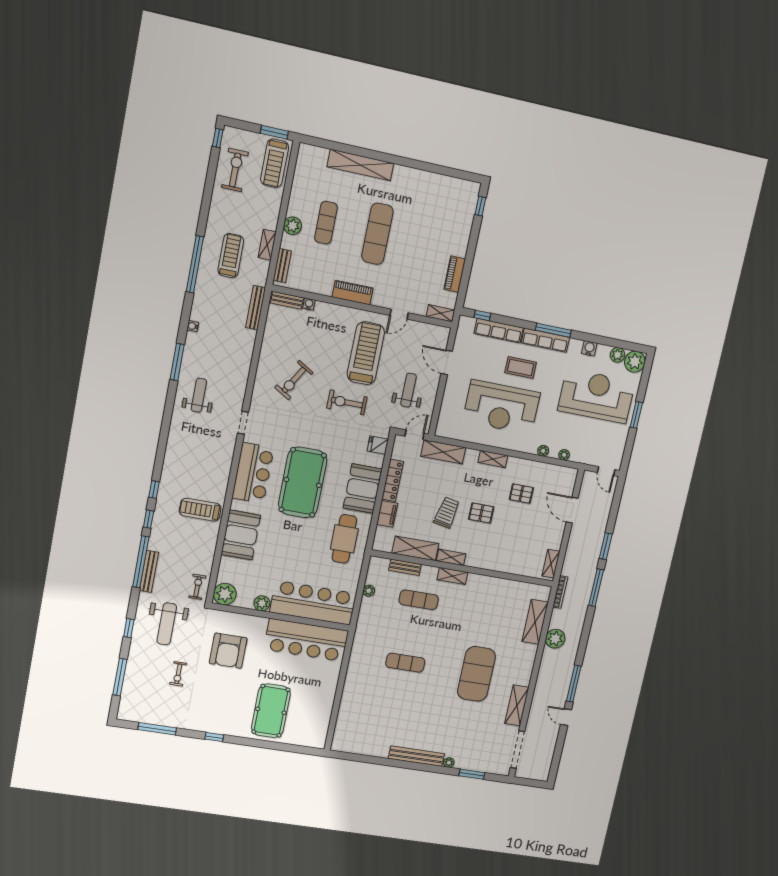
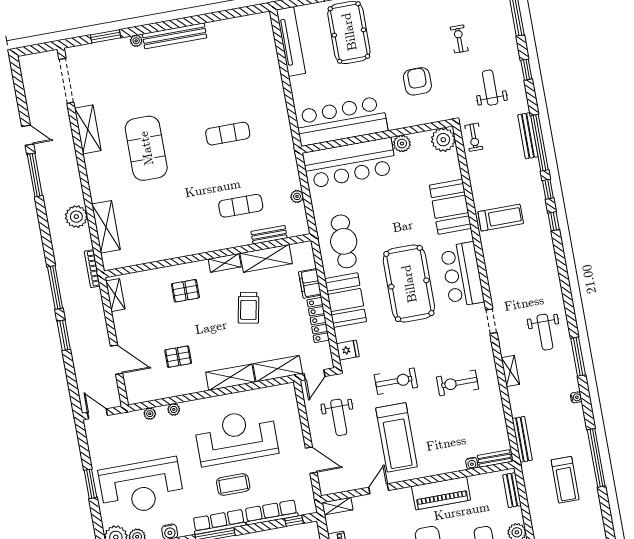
shelving: (267, 245) -> (510, 371), moved
piano: (353, 293) -> (441, 493), width x1.37, depth x1.33
exercise bike: (294, 380) -> (457, 383), turned -121
shelving: (493, 459) -> (230, 377), width x1.50, depth x1.33
pallet: (481, 513) -> (185, 291), moved
shelving: (452, 576) -> (215, 244), removed
weight bench: (167, 624) -> (490, 88), width x0.73, depth x0.75
armchair: (228, 651) -> (417, 81), width x0.73, depth x0.73
tv unit: (323, 720) -> (291, 42), added

